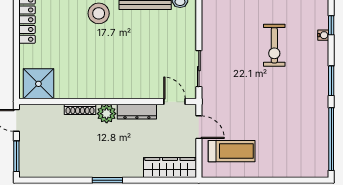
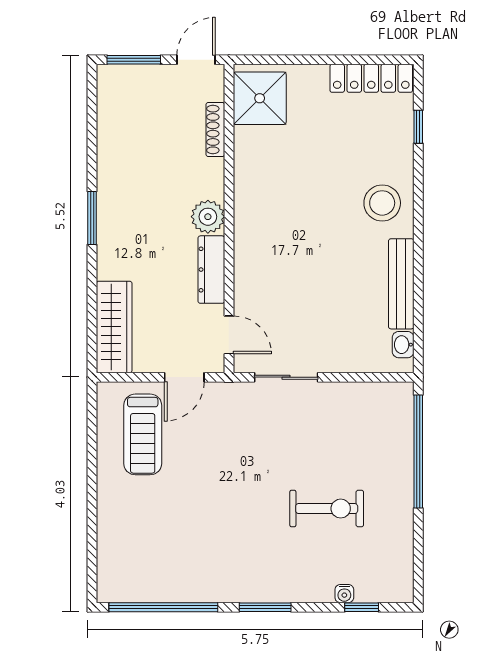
exercise bike: (274, 45) -> (327, 509), turned 180
door: (174, 102) -> (229, 335), hinge flipped
shoe rack: (80, 109) -> (215, 129), moved

